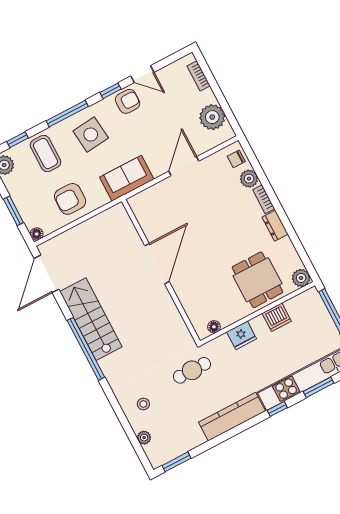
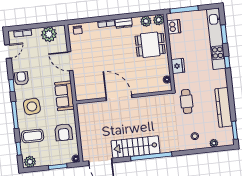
door: (142, 74) -> (8, 52), moved
plant: (249, 179) -> (146, 21), moved
dishwasher: (277, 317) -> (174, 27), moved
kitchen counter: (232, 417) -> (223, 107), moved

